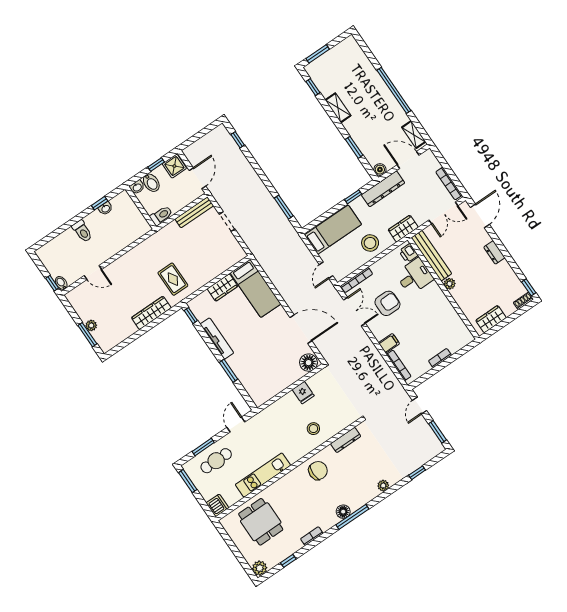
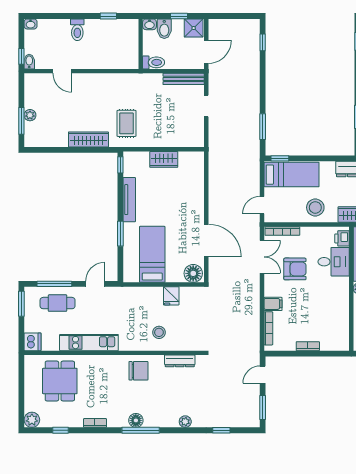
window: (353, 197) -> (280, 158), moved
washbasin: (105, 208) -> (31, 24), moved
bed: (256, 288) -> (152, 254), moved, turned 180
window: (203, 447) -> (54, 284), width x1.44

